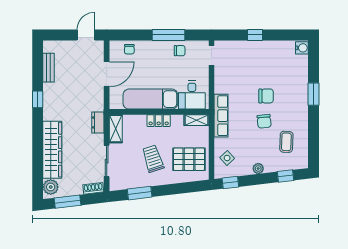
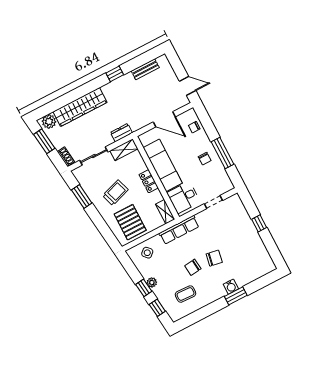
water cooler: (302, 48) -> (231, 287), moved
chair: (180, 51) -> (205, 159), moved
doorway: (211, 55) -> (213, 202), moved
chair: (266, 96) -> (214, 258), turned -80
window: (230, 183) -> (144, 288), moved

